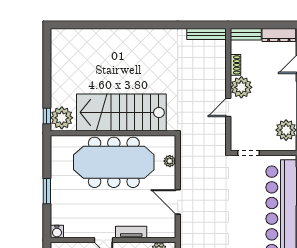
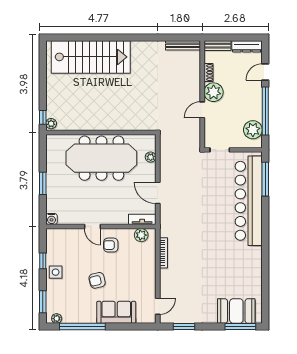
stairs: (121, 112) -> (91, 57), moved, turned 180
plant: (62, 118) -> (51, 124), width x0.53, depth x0.53
tv unit: (131, 232) -> (142, 219), moved

